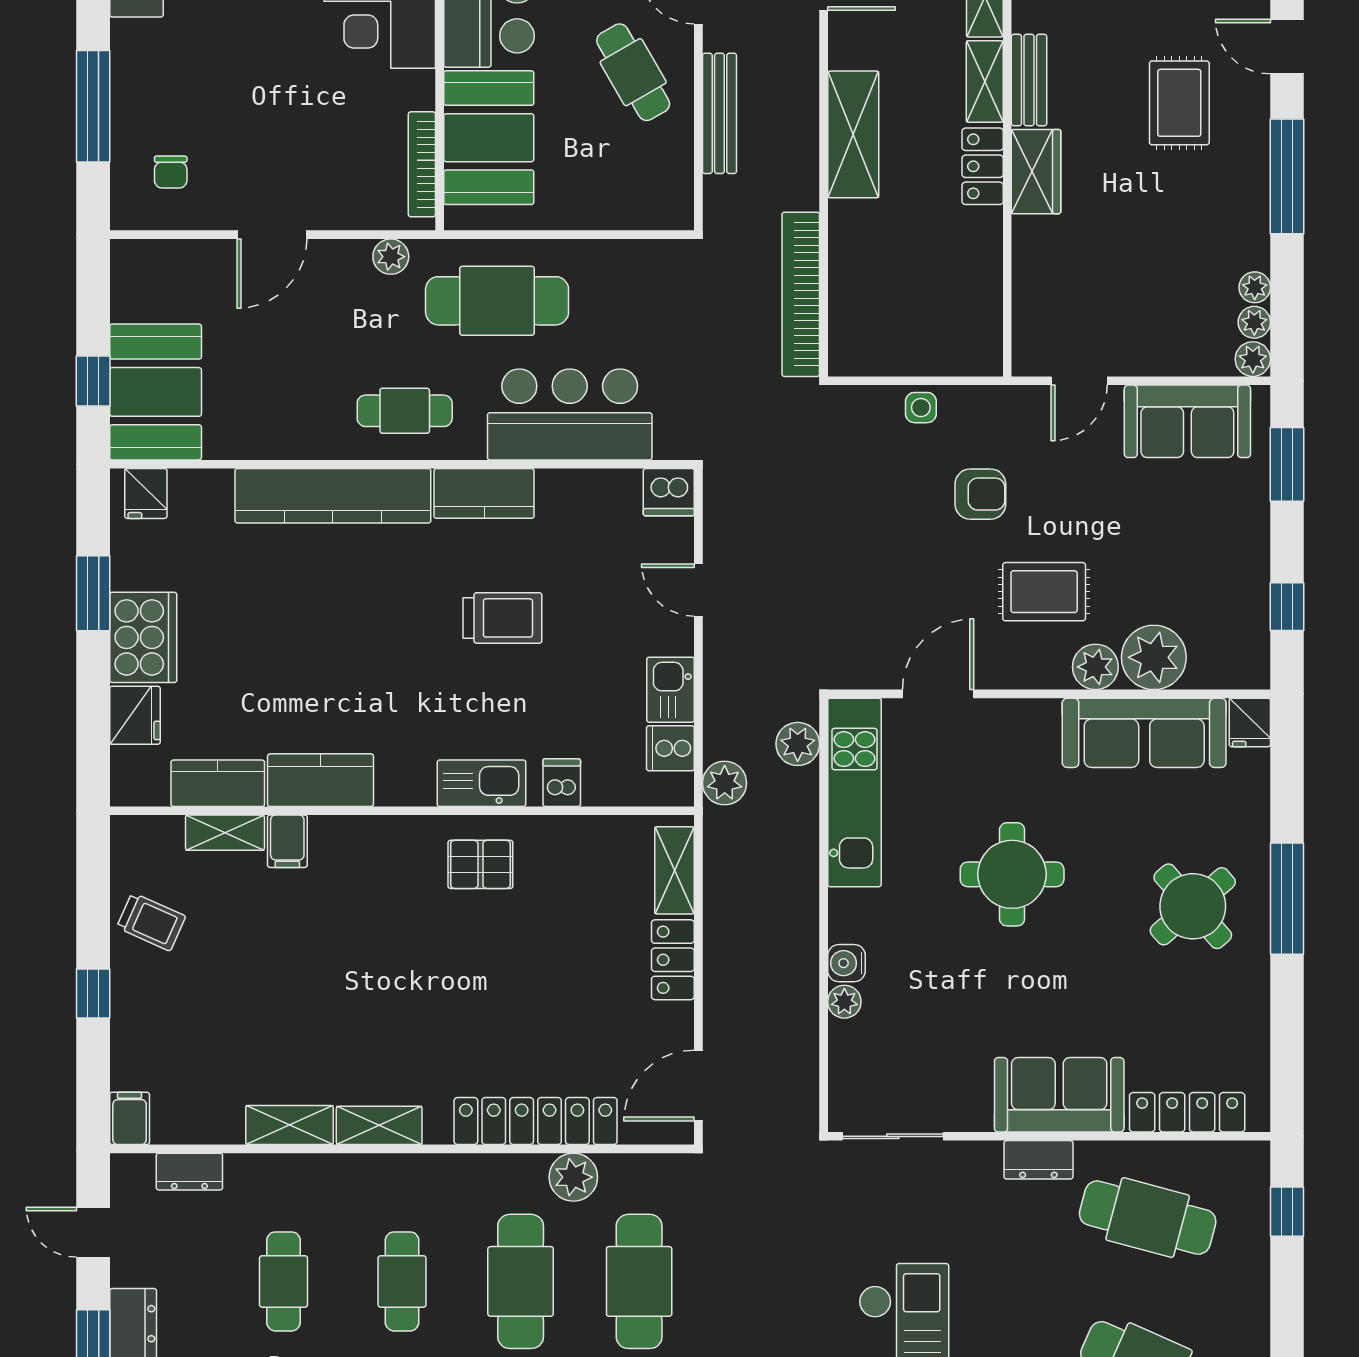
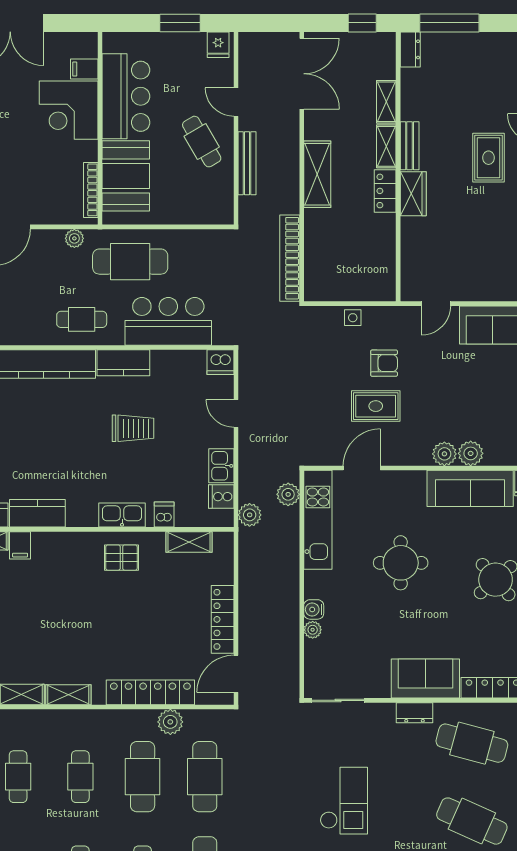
rug: (1044, 592) -> (376, 406), moved
plant: (1154, 657) -> (471, 453), width x0.73, depth x0.73
shelving: (675, 870) -> (189, 542), moved, turned 90
locker: (673, 960) -> (223, 619), width x1.53

